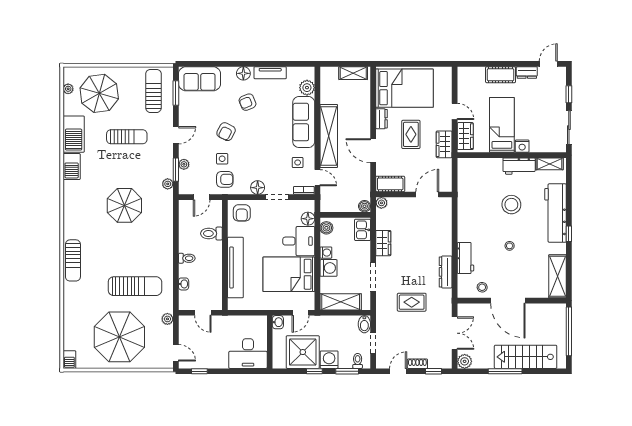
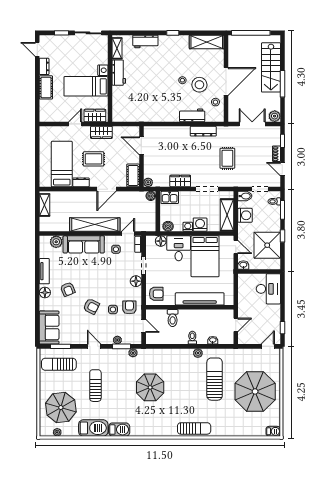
bed: (404, 88) -> (62, 164), width x0.67
stool: (511, 205) -> (199, 85), moved
workbench: (555, 213) -> (145, 41), width x0.53, depth x0.76
plant: (167, 319) -> (198, 353), moved
washing machine: (329, 360) -> (245, 215), moved, turned 180

